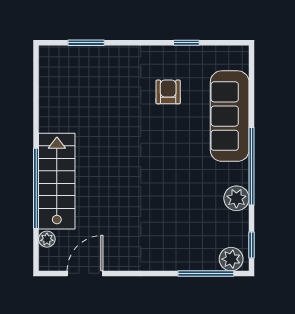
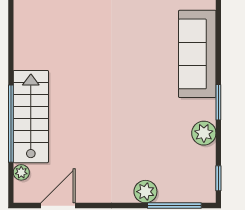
armchair: (168, 92) -> (138, 31), removed
window: (252, 166) -> (218, 102), width x0.47
plant: (231, 259) -> (145, 192), moved

